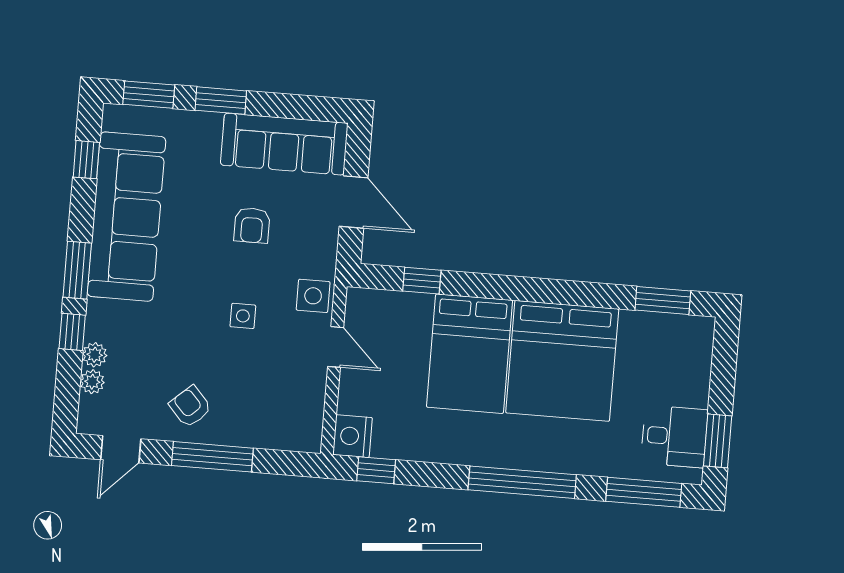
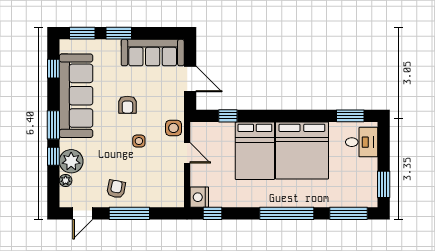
armchair: (252, 225) -> (127, 105), moved
plant: (95, 355) -> (71, 161), width x1.87, depth x1.87
armchair: (190, 407) -> (116, 189), turned 53
desk: (674, 437) -> (362, 142), moved

